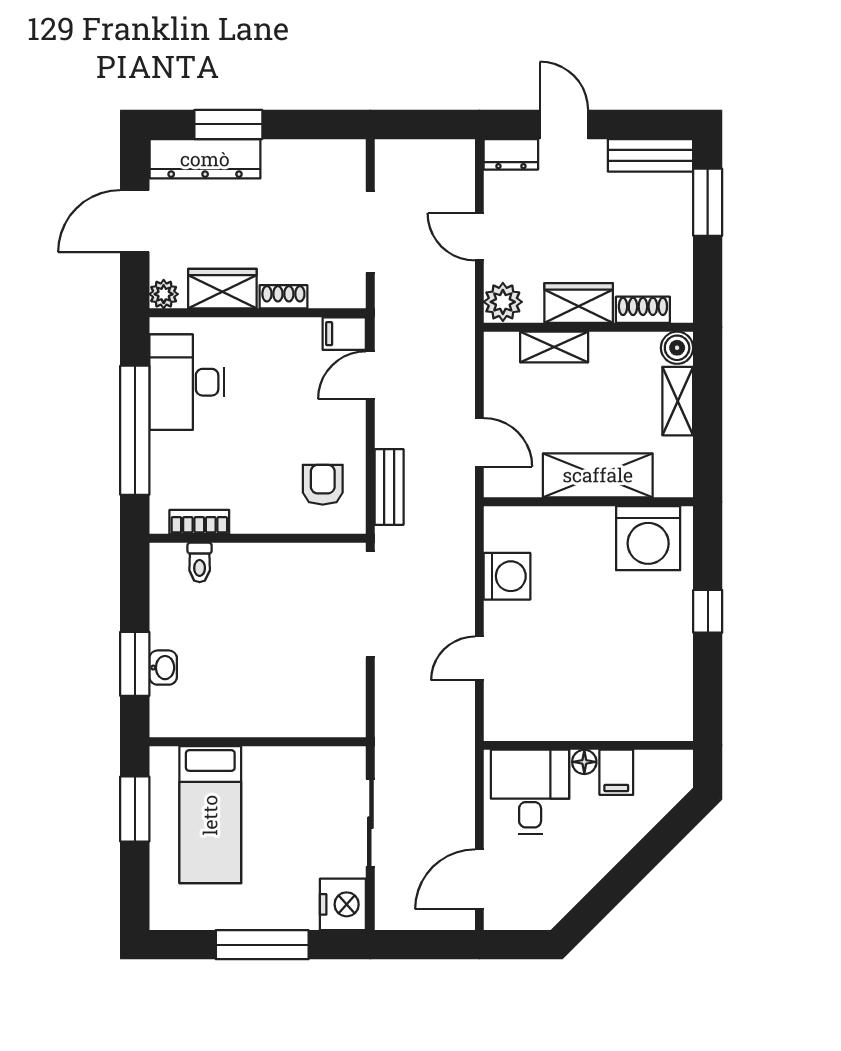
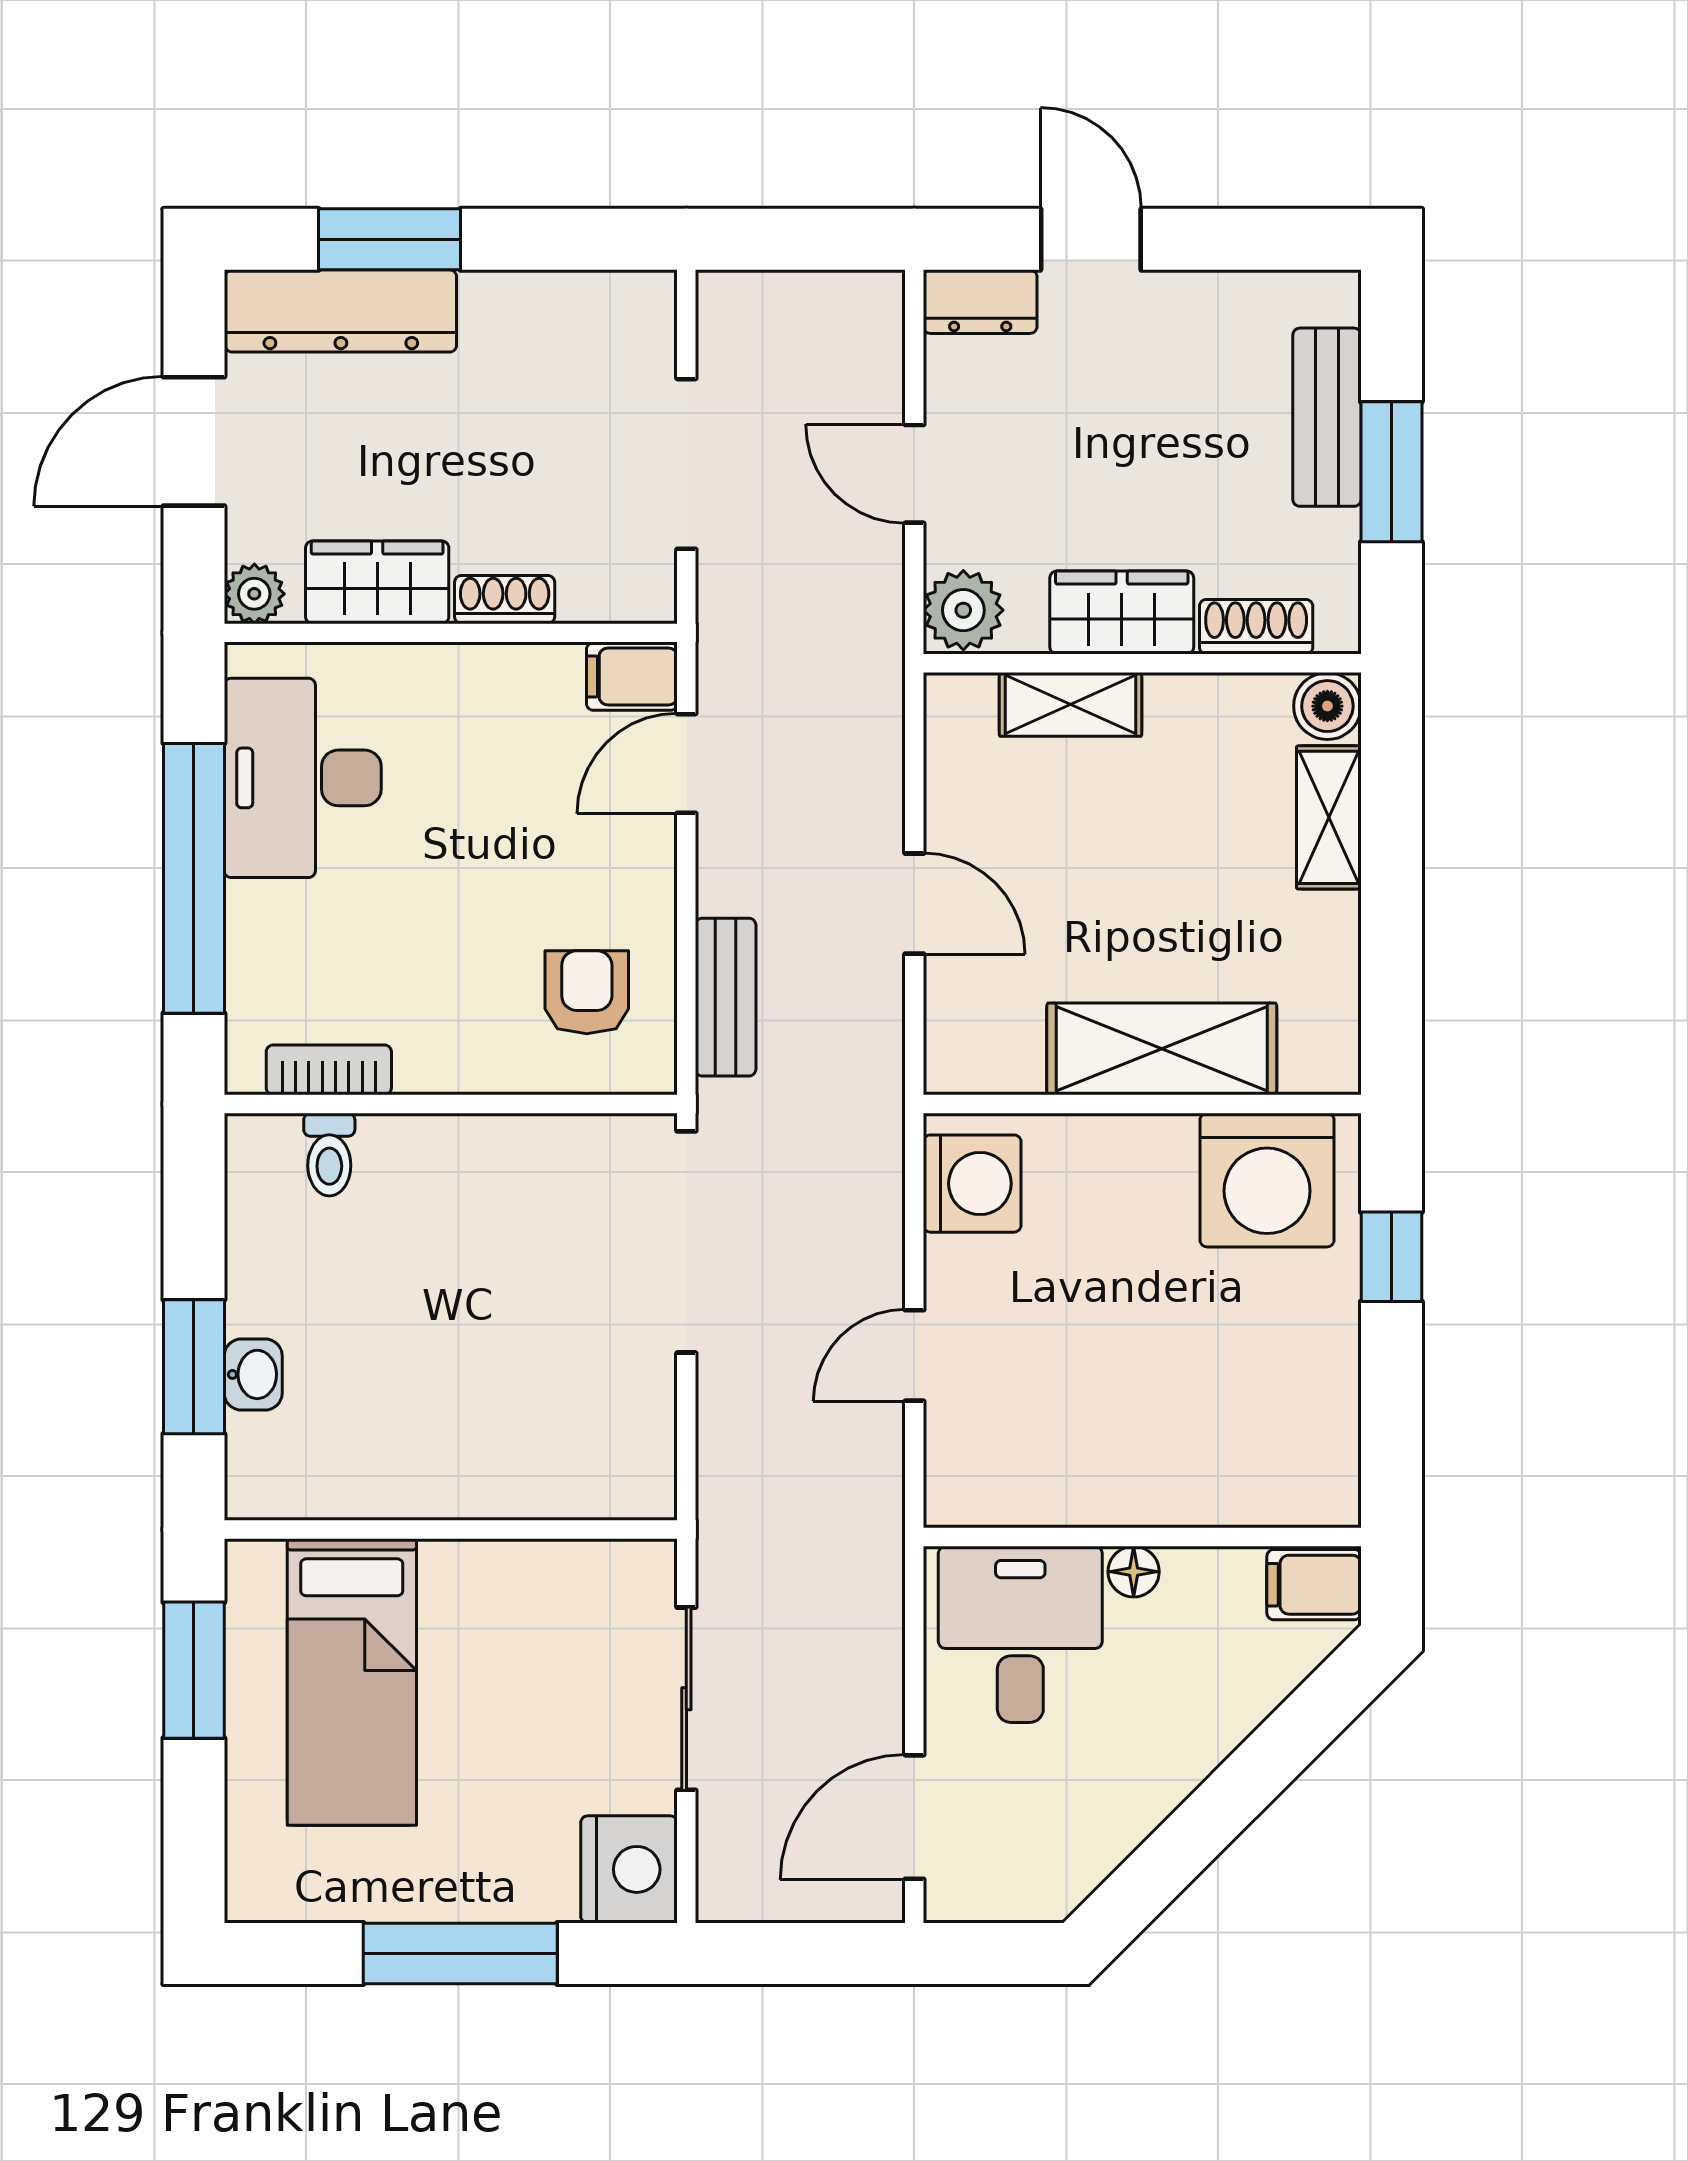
bench: (650, 155) -> (1327, 417), moved, turned 90
window: (708, 202) -> (1391, 472), moved
shelving: (598, 475) -> (1162, 1049), moved
wall: (588, 502) -> (1142, 1104), moved
washing machine: (648, 538) -> (1267, 1180), moved
filing cabinet: (616, 772) -> (1314, 1585), moved, turned 90

